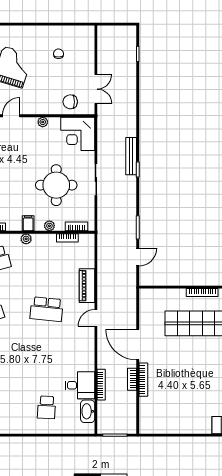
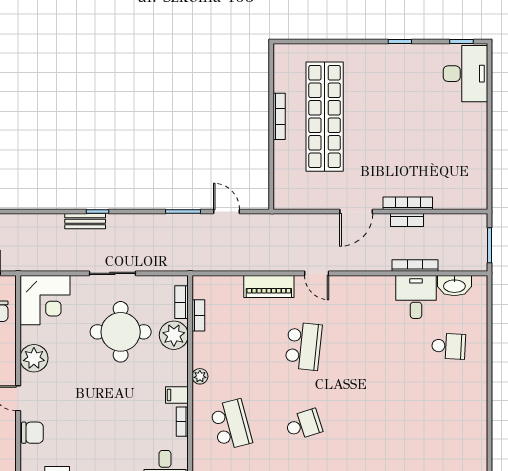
plant: (43, 122) -> (34, 358), width x1.88, depth x1.88
bench: (131, 156) -> (85, 221), width x0.73
filing cabinet: (28, 223) -> (177, 395), moved
plant: (49, 226) -> (174, 335), width x1.88, depth x1.88
door: (138, 345) -> (356, 212), width x0.73

